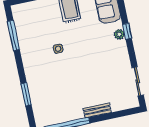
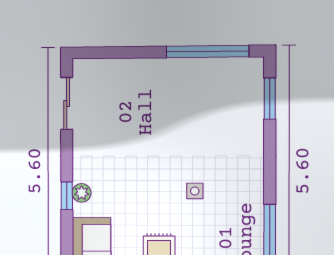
window: (26, 94) -> (270, 99), moved
bench: (97, 110) -> (149, 67), removed

